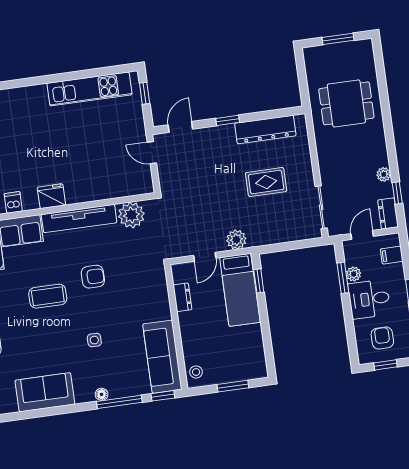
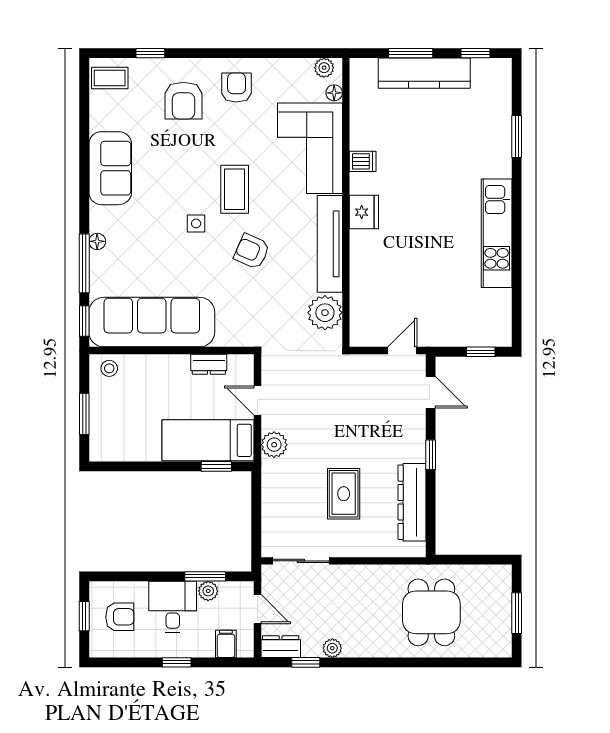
kitchen unit: (89, 89) -> (497, 233), moved
armchair: (93, 277) -> (252, 251), turned 114
side table: (94, 340) -> (196, 223), moved
sofa: (162, 357) -> (152, 322), width x1.36, depth x1.27

